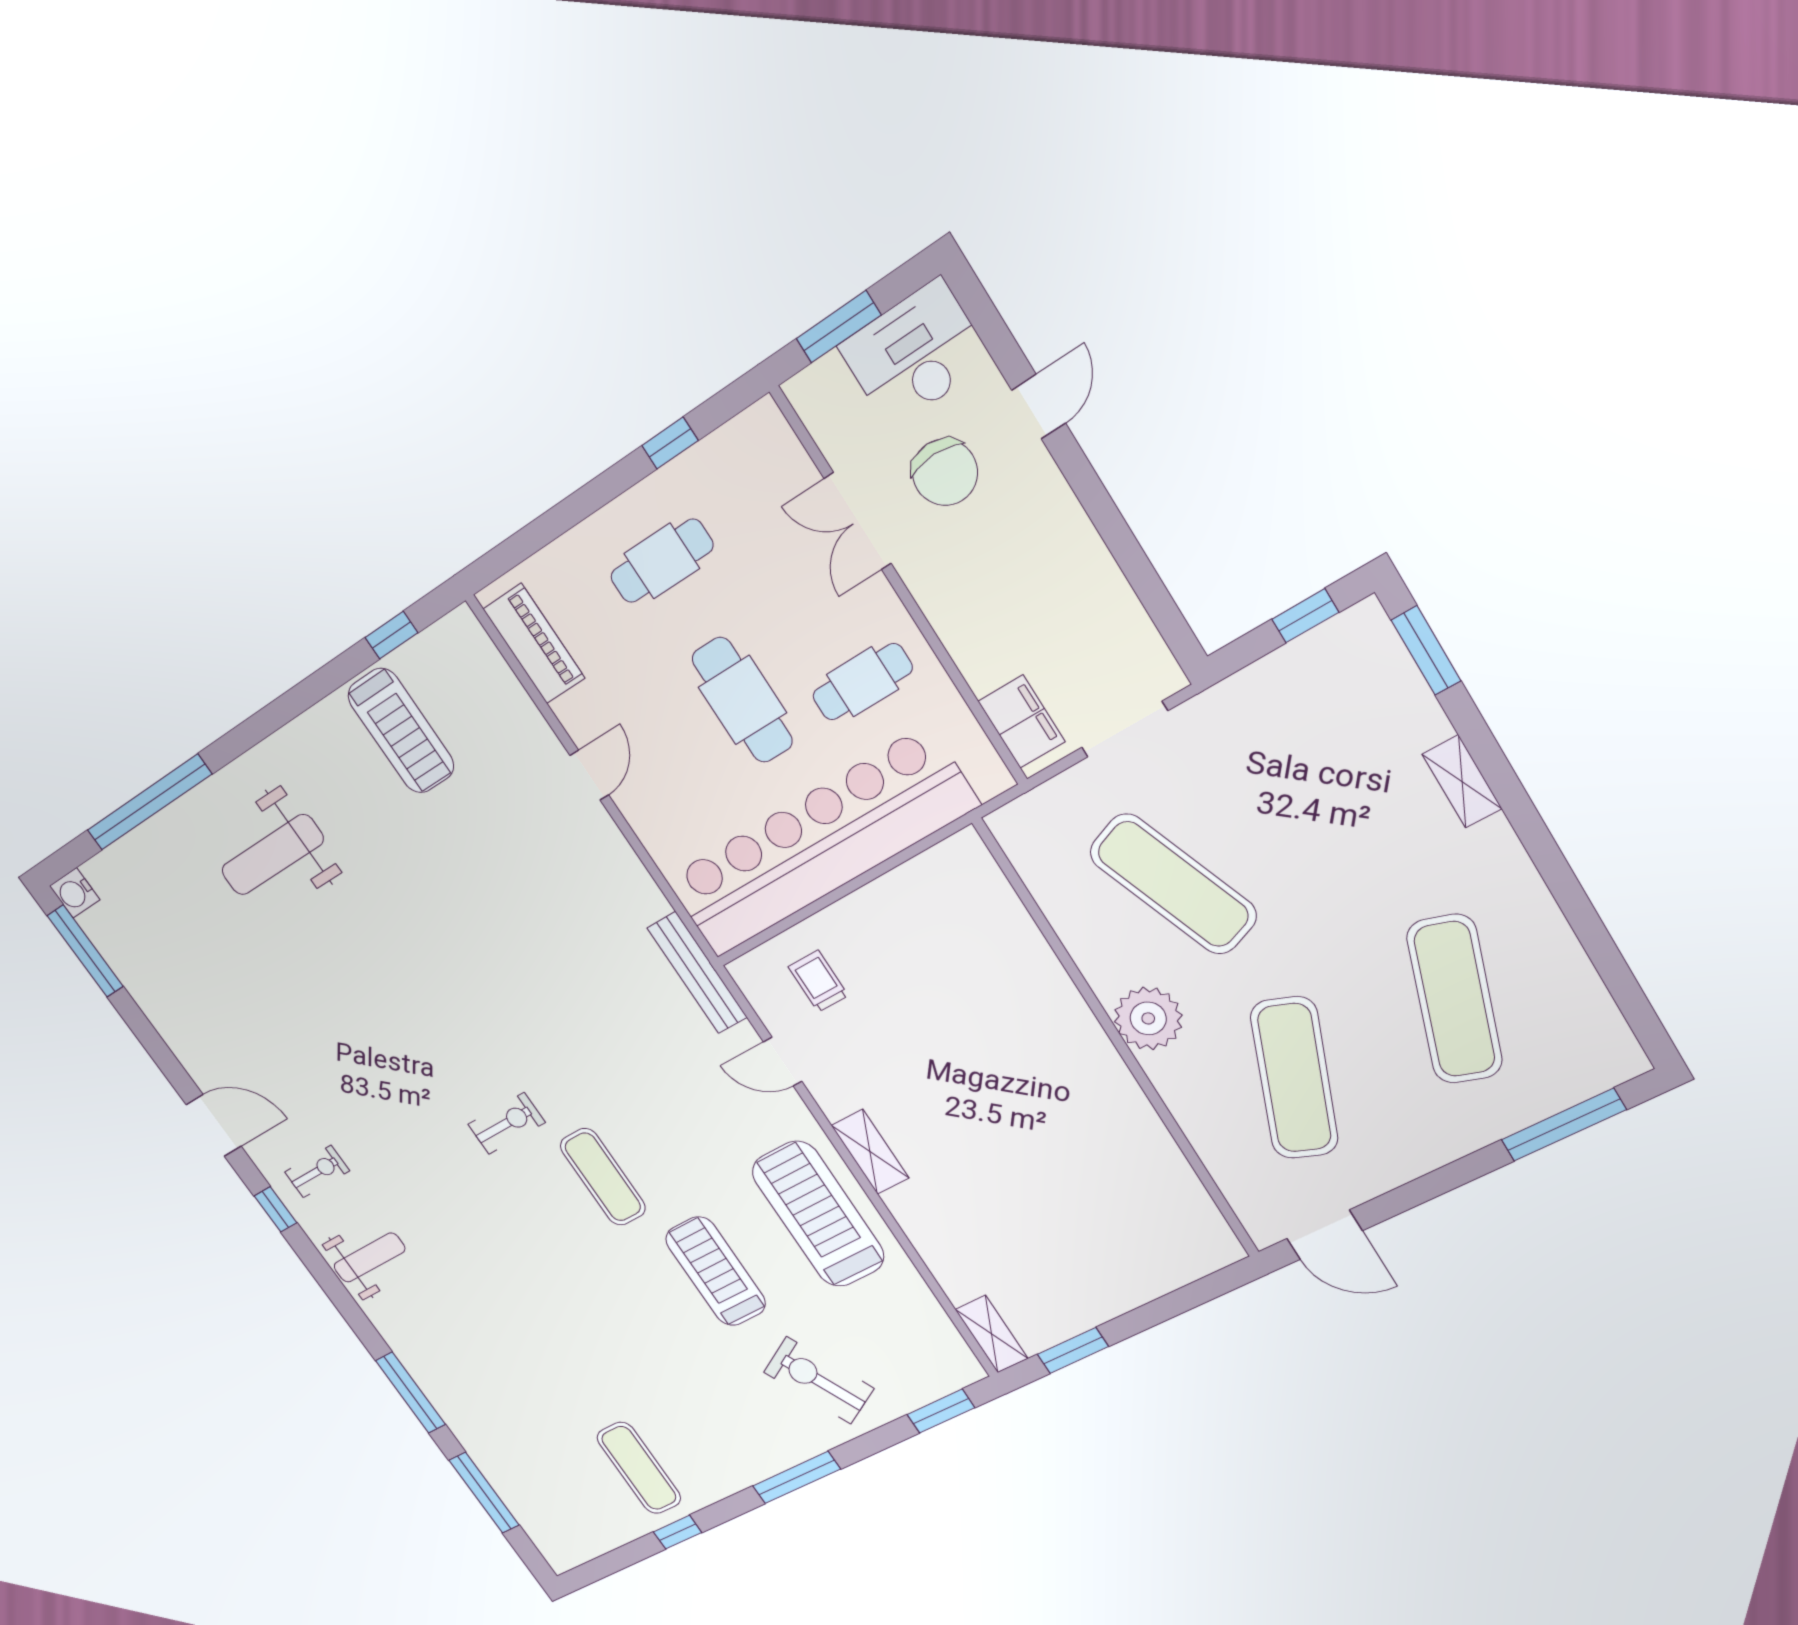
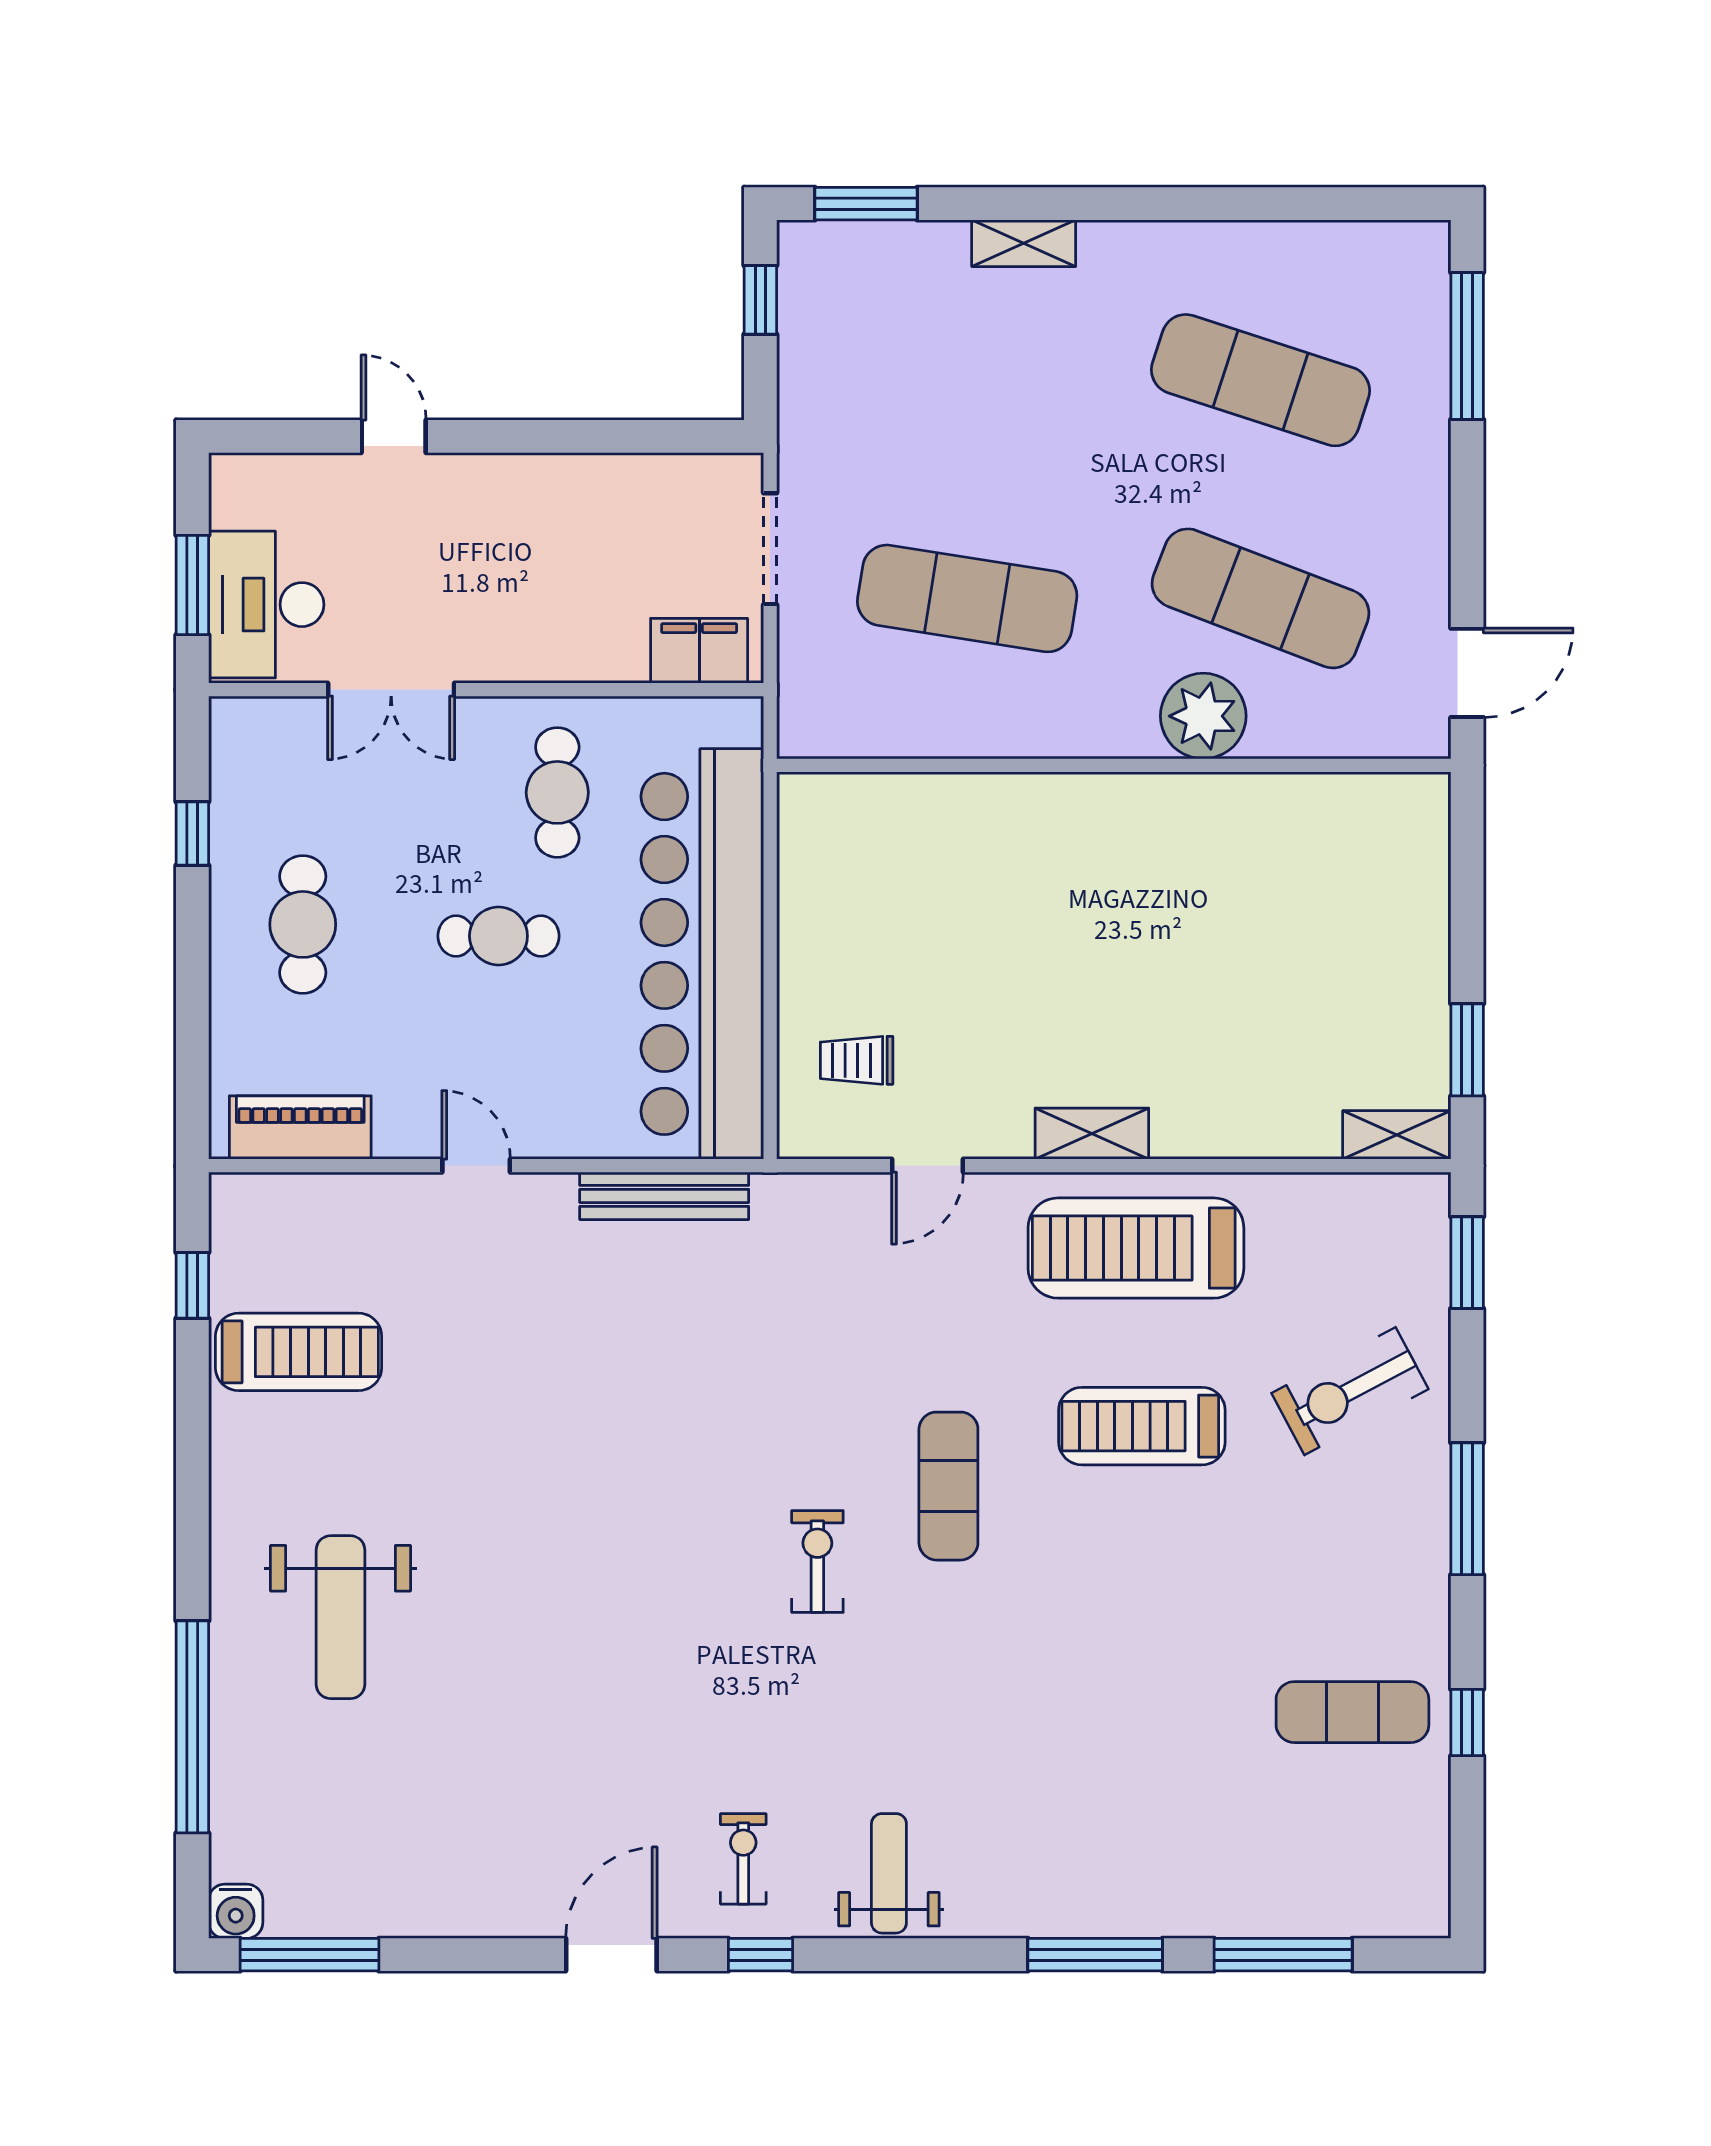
desk: (915, 354) -> (266, 605), moved
chair: (945, 472) -> (399, 569), removed
cafe table: (742, 700) -> (498, 936), width x0.73, depth x0.74
exercise mat: (1173, 884) -> (967, 598), turned 30
bench: (697, 973) -> (664, 1196), moved
plant: (1148, 1018) -> (1203, 716), moved
exercise mat: (603, 1177) -> (948, 1486), turned 90

